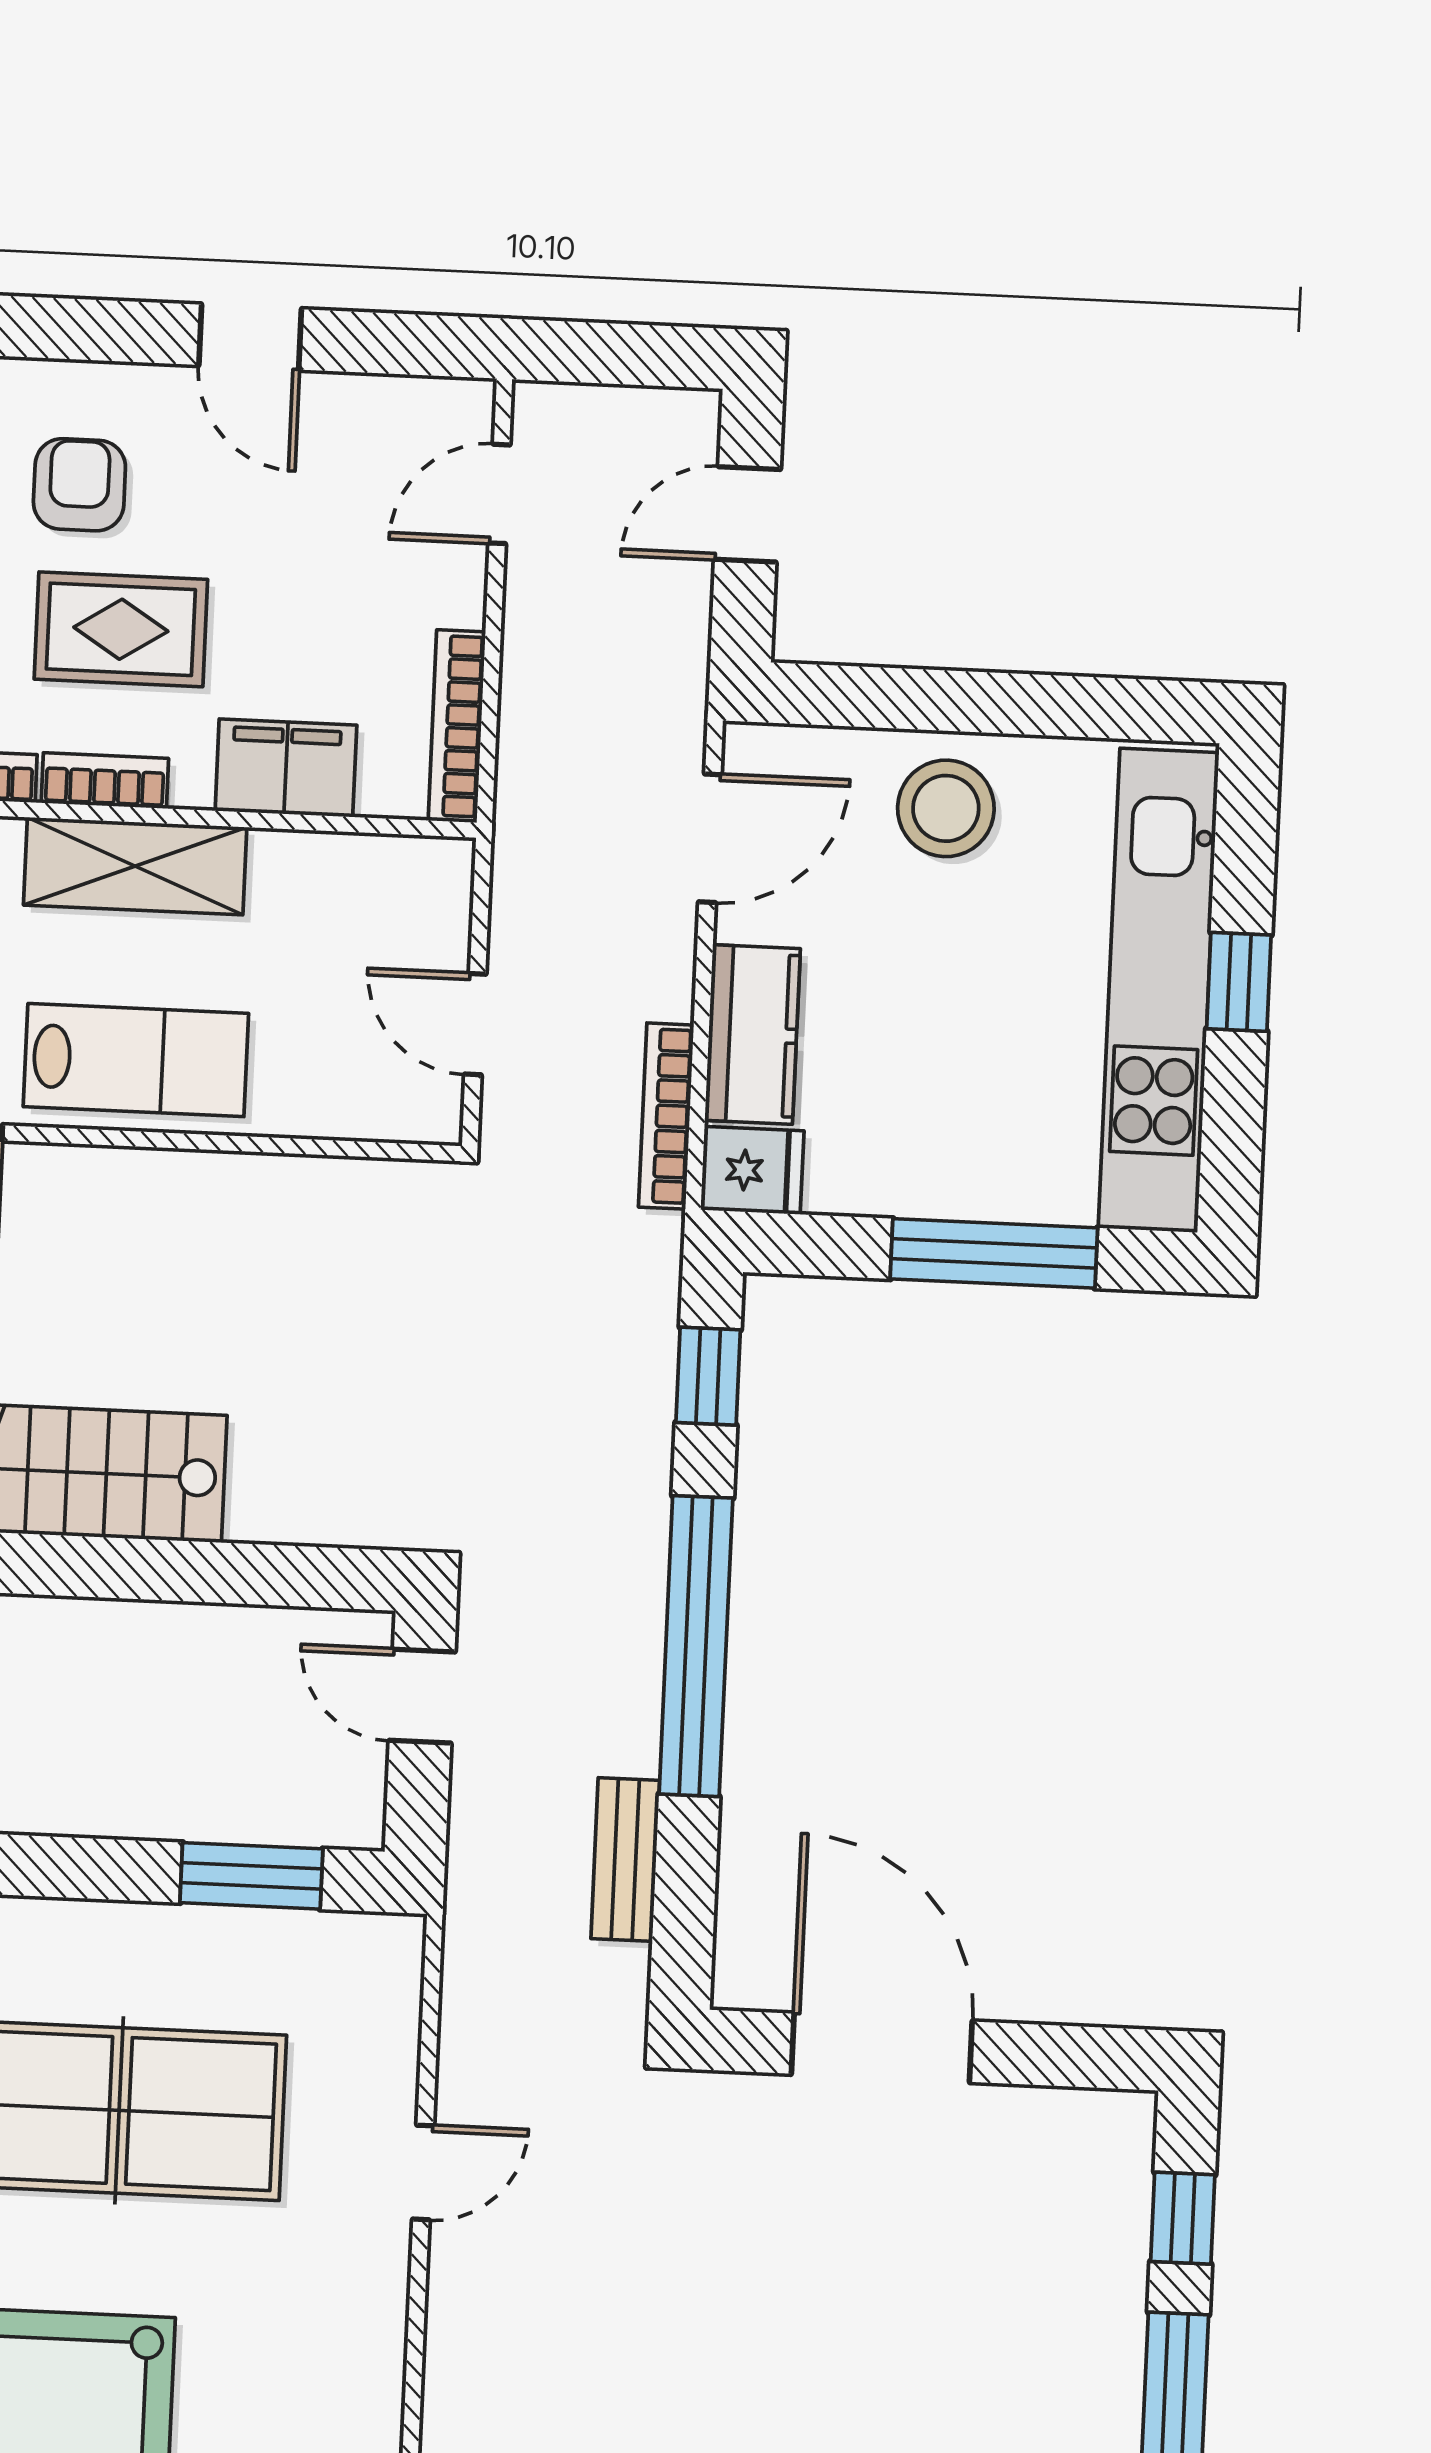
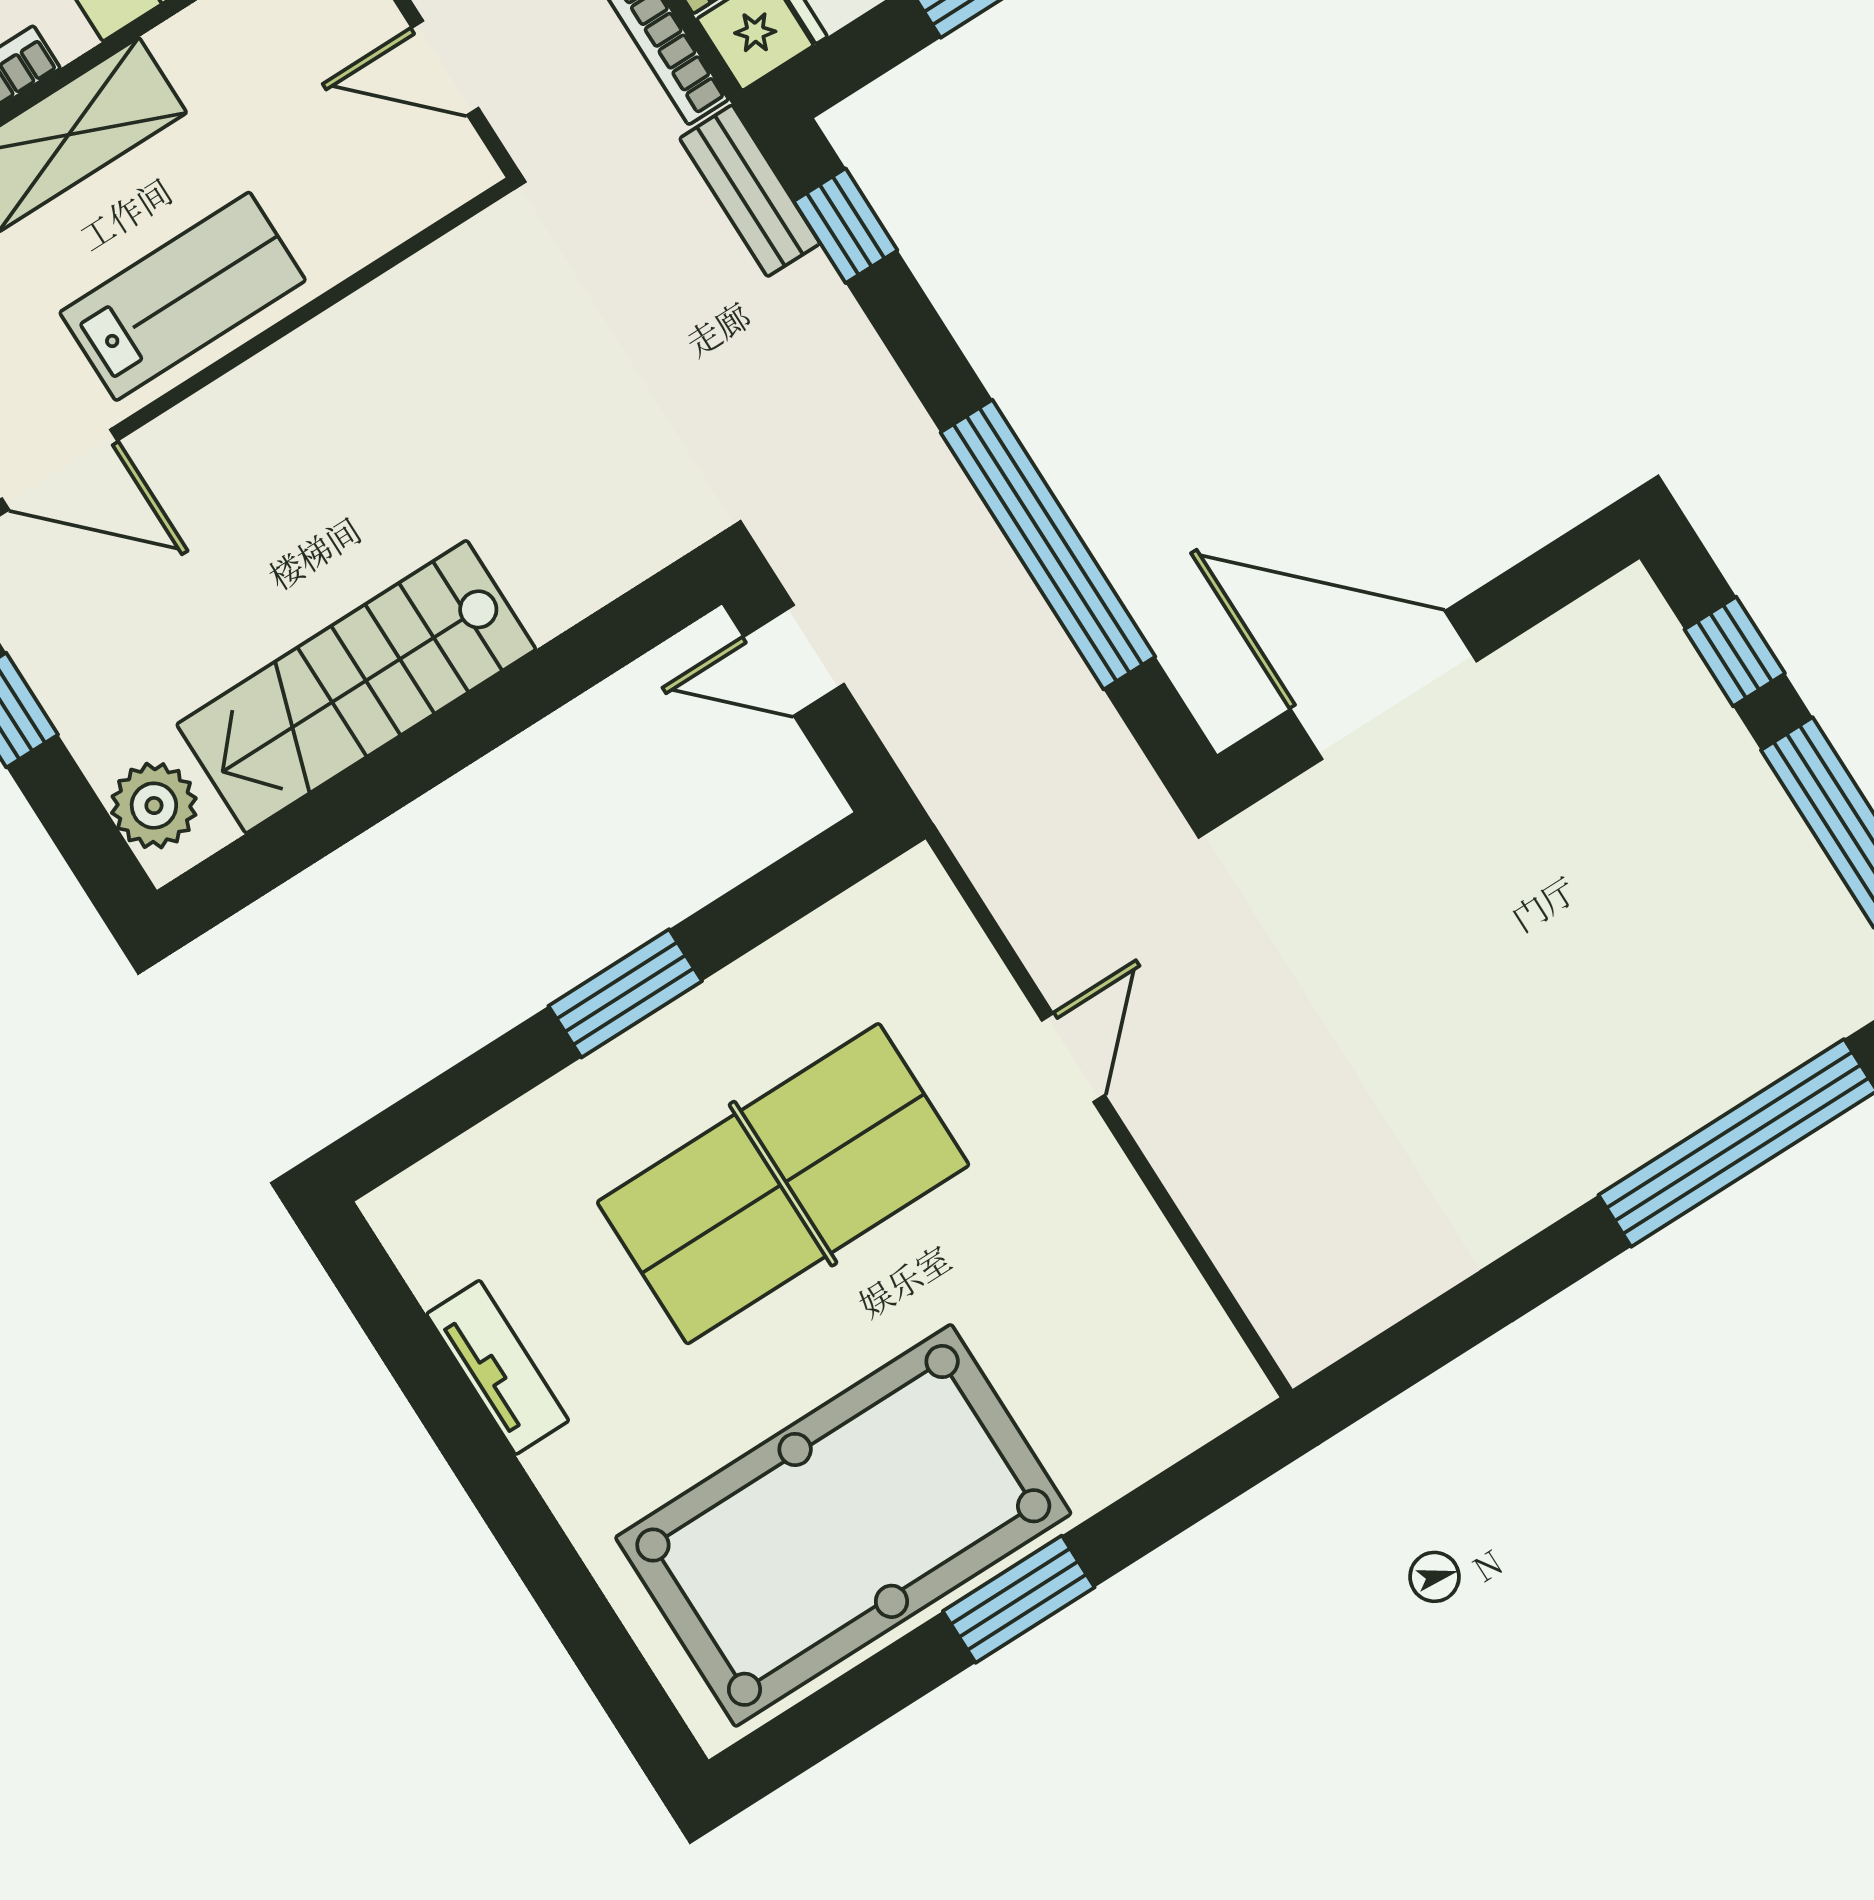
window: (696, 1646) -> (1048, 545), moved
bench: (625, 1859) -> (750, 191), moved
window: (251, 1876) -> (625, 993), moved

